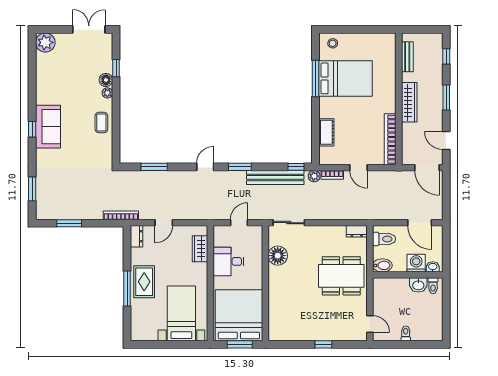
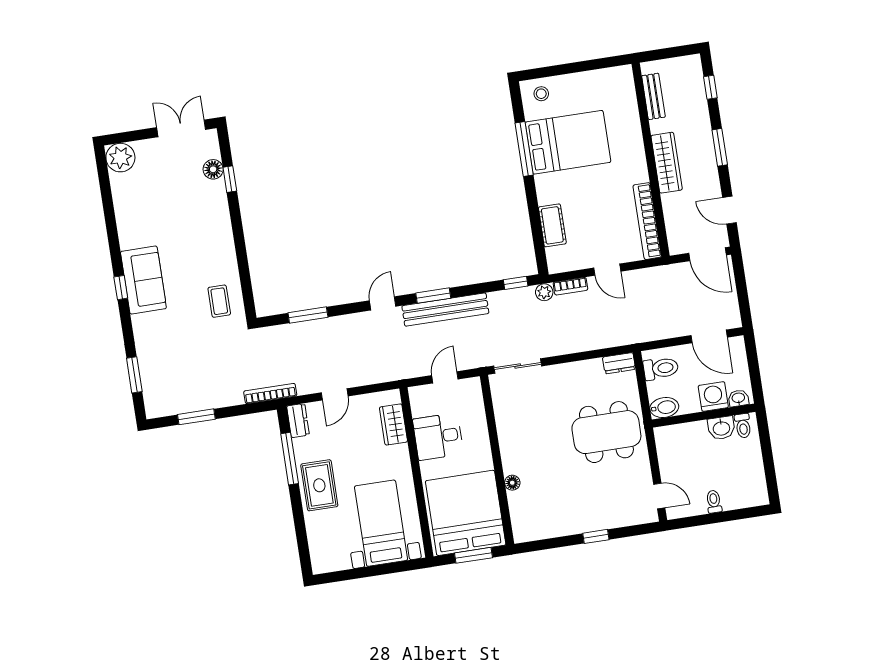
floor lamp: (106, 80) -> (213, 169), moved
plant: (107, 93) -> (223, 217), removed
coffee table: (101, 122) -> (219, 301), moved
bench: (275, 177) -> (445, 310), moved
floor lamp: (278, 256) -> (512, 483), moved, width x0.53, depth x0.53
window: (127, 289) -> (290, 459), moved

